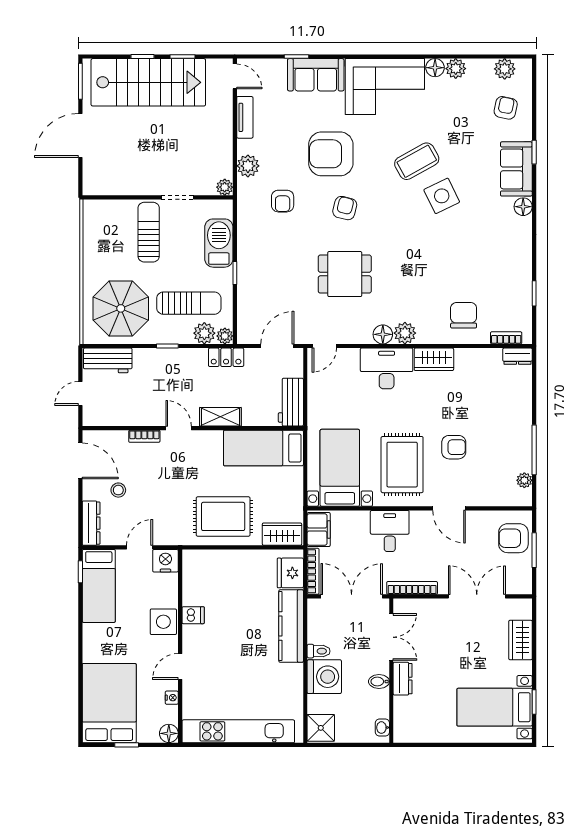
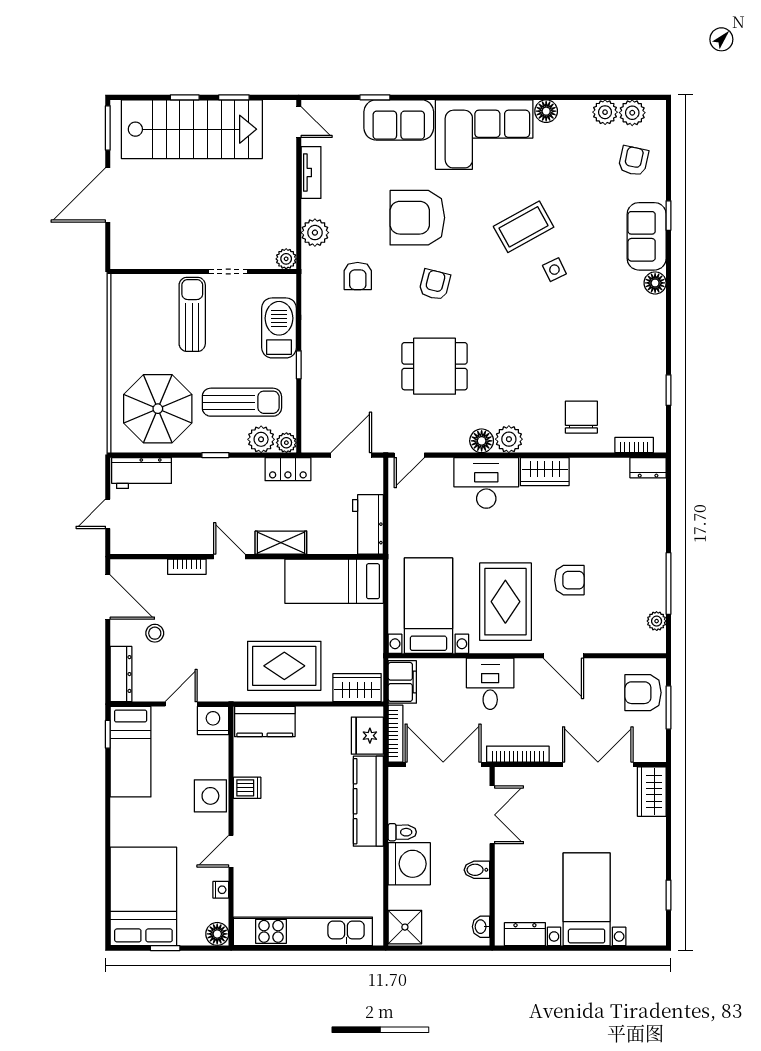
plant: (456, 69) -> (605, 112), moved
side table: (442, 196) -> (554, 270), width x0.54, depth x0.54
kitchen counter: (207, 562) -> (265, 722), added
wardrobe: (521, 640) -> (652, 792), moved
dresser: (403, 679) -> (525, 934), moved, turned -90
bed with nightstands: (495, 707) -> (587, 899), moved, turned 90

